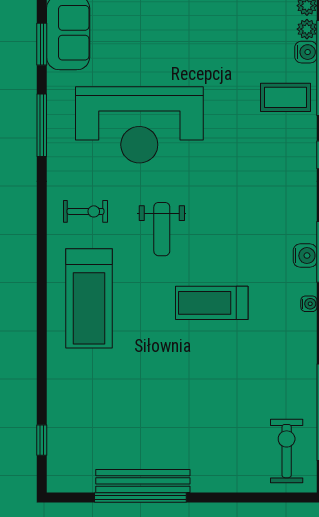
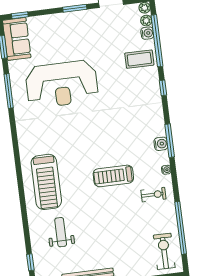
exercise bike: (85, 211) -> (153, 195), moved
weight bench: (162, 229) -> (61, 232), moved, turned 180

